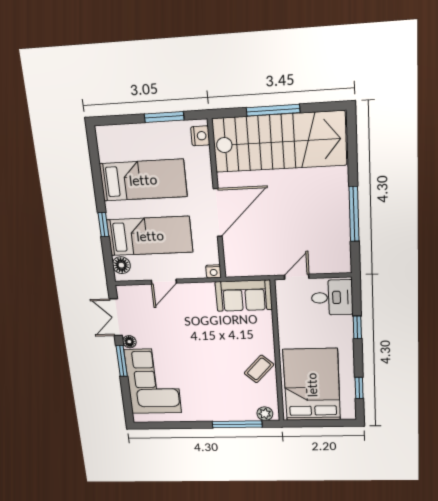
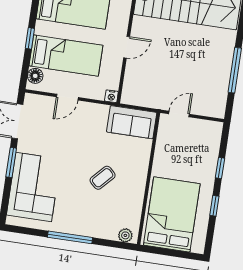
door: (218, 213) -> (127, 47), width x0.53
desk: (332, 298) -> (204, 138), removed
floor lamp: (129, 342) -> (23, 146), removed
coffee table: (259, 369) -> (103, 178), moved
window: (359, 388) -> (214, 206), moved
window: (237, 424) -> (70, 237), moved

